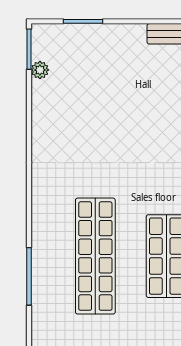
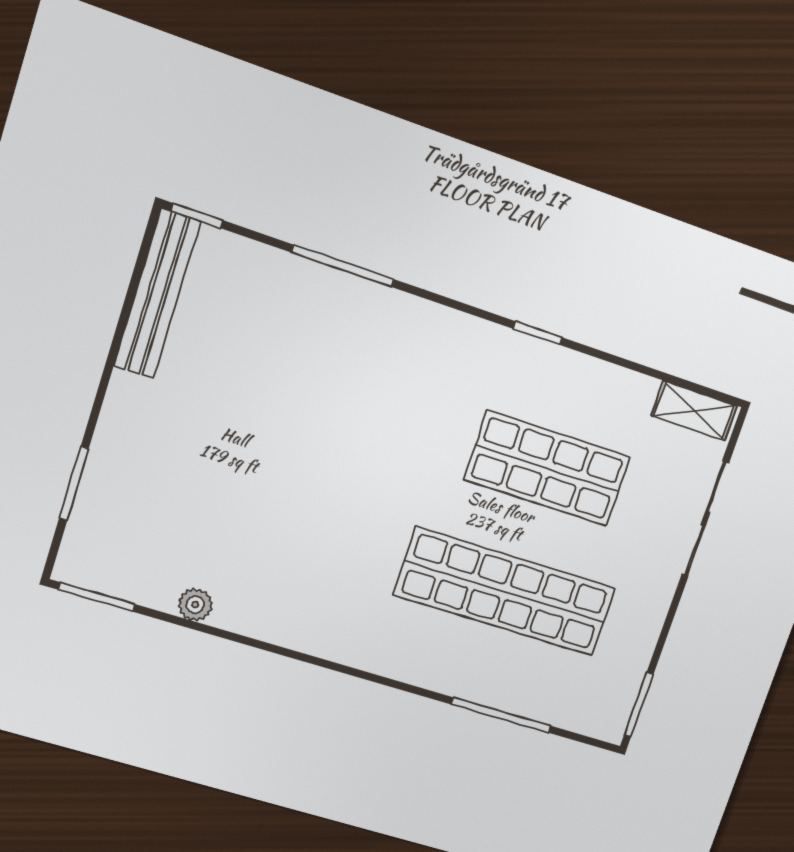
plant: (40, 70) -> (195, 605), moved

